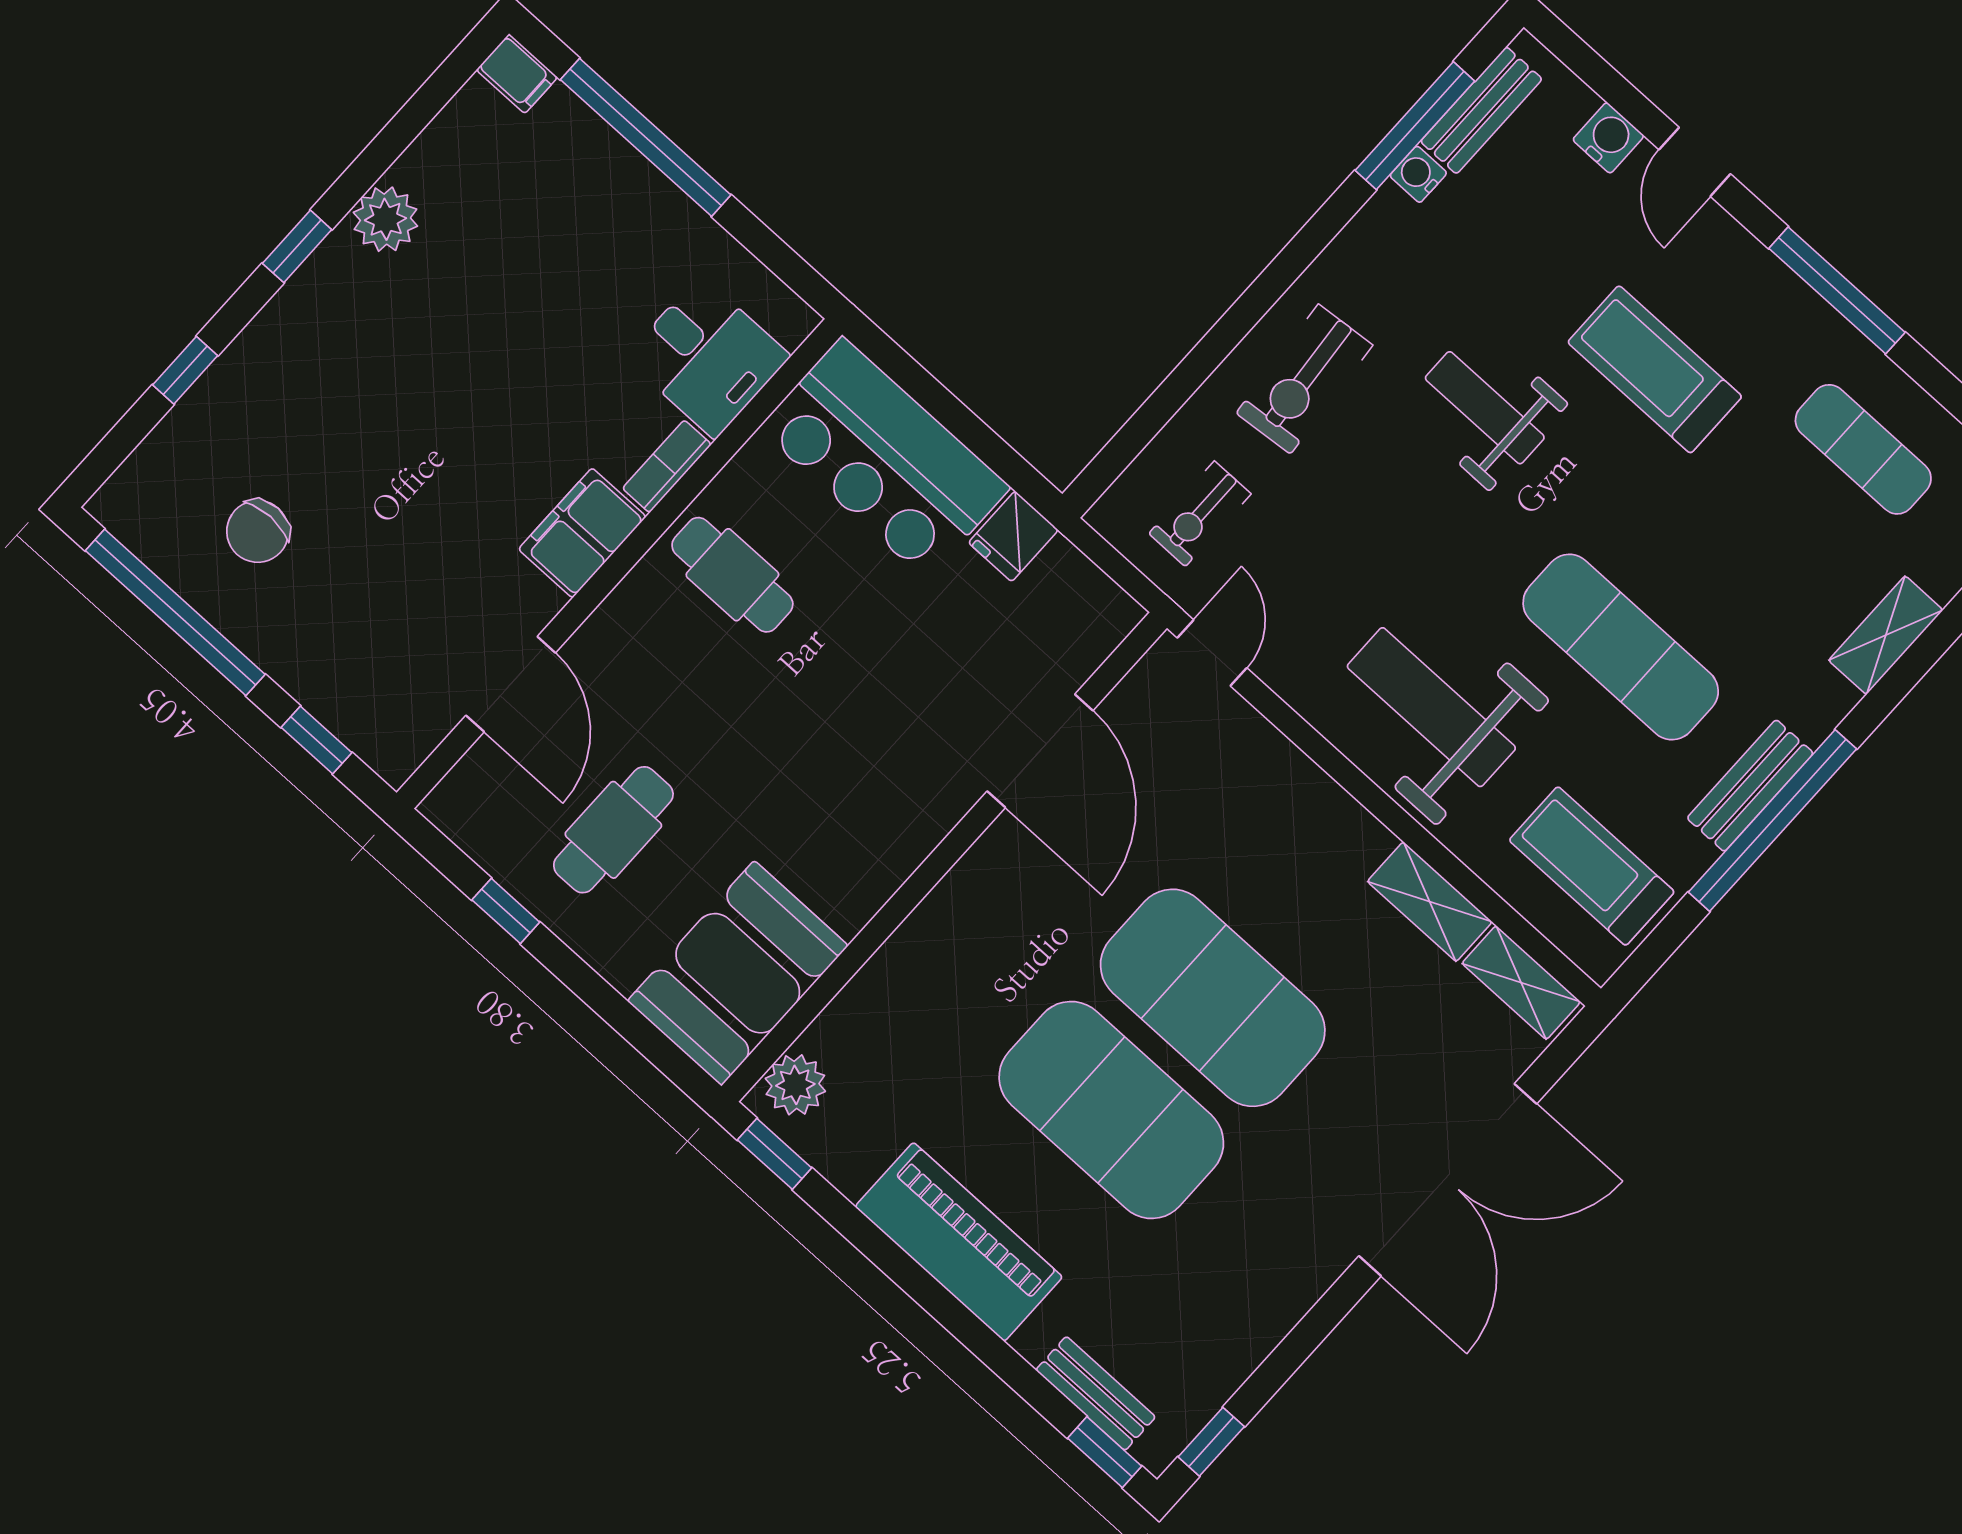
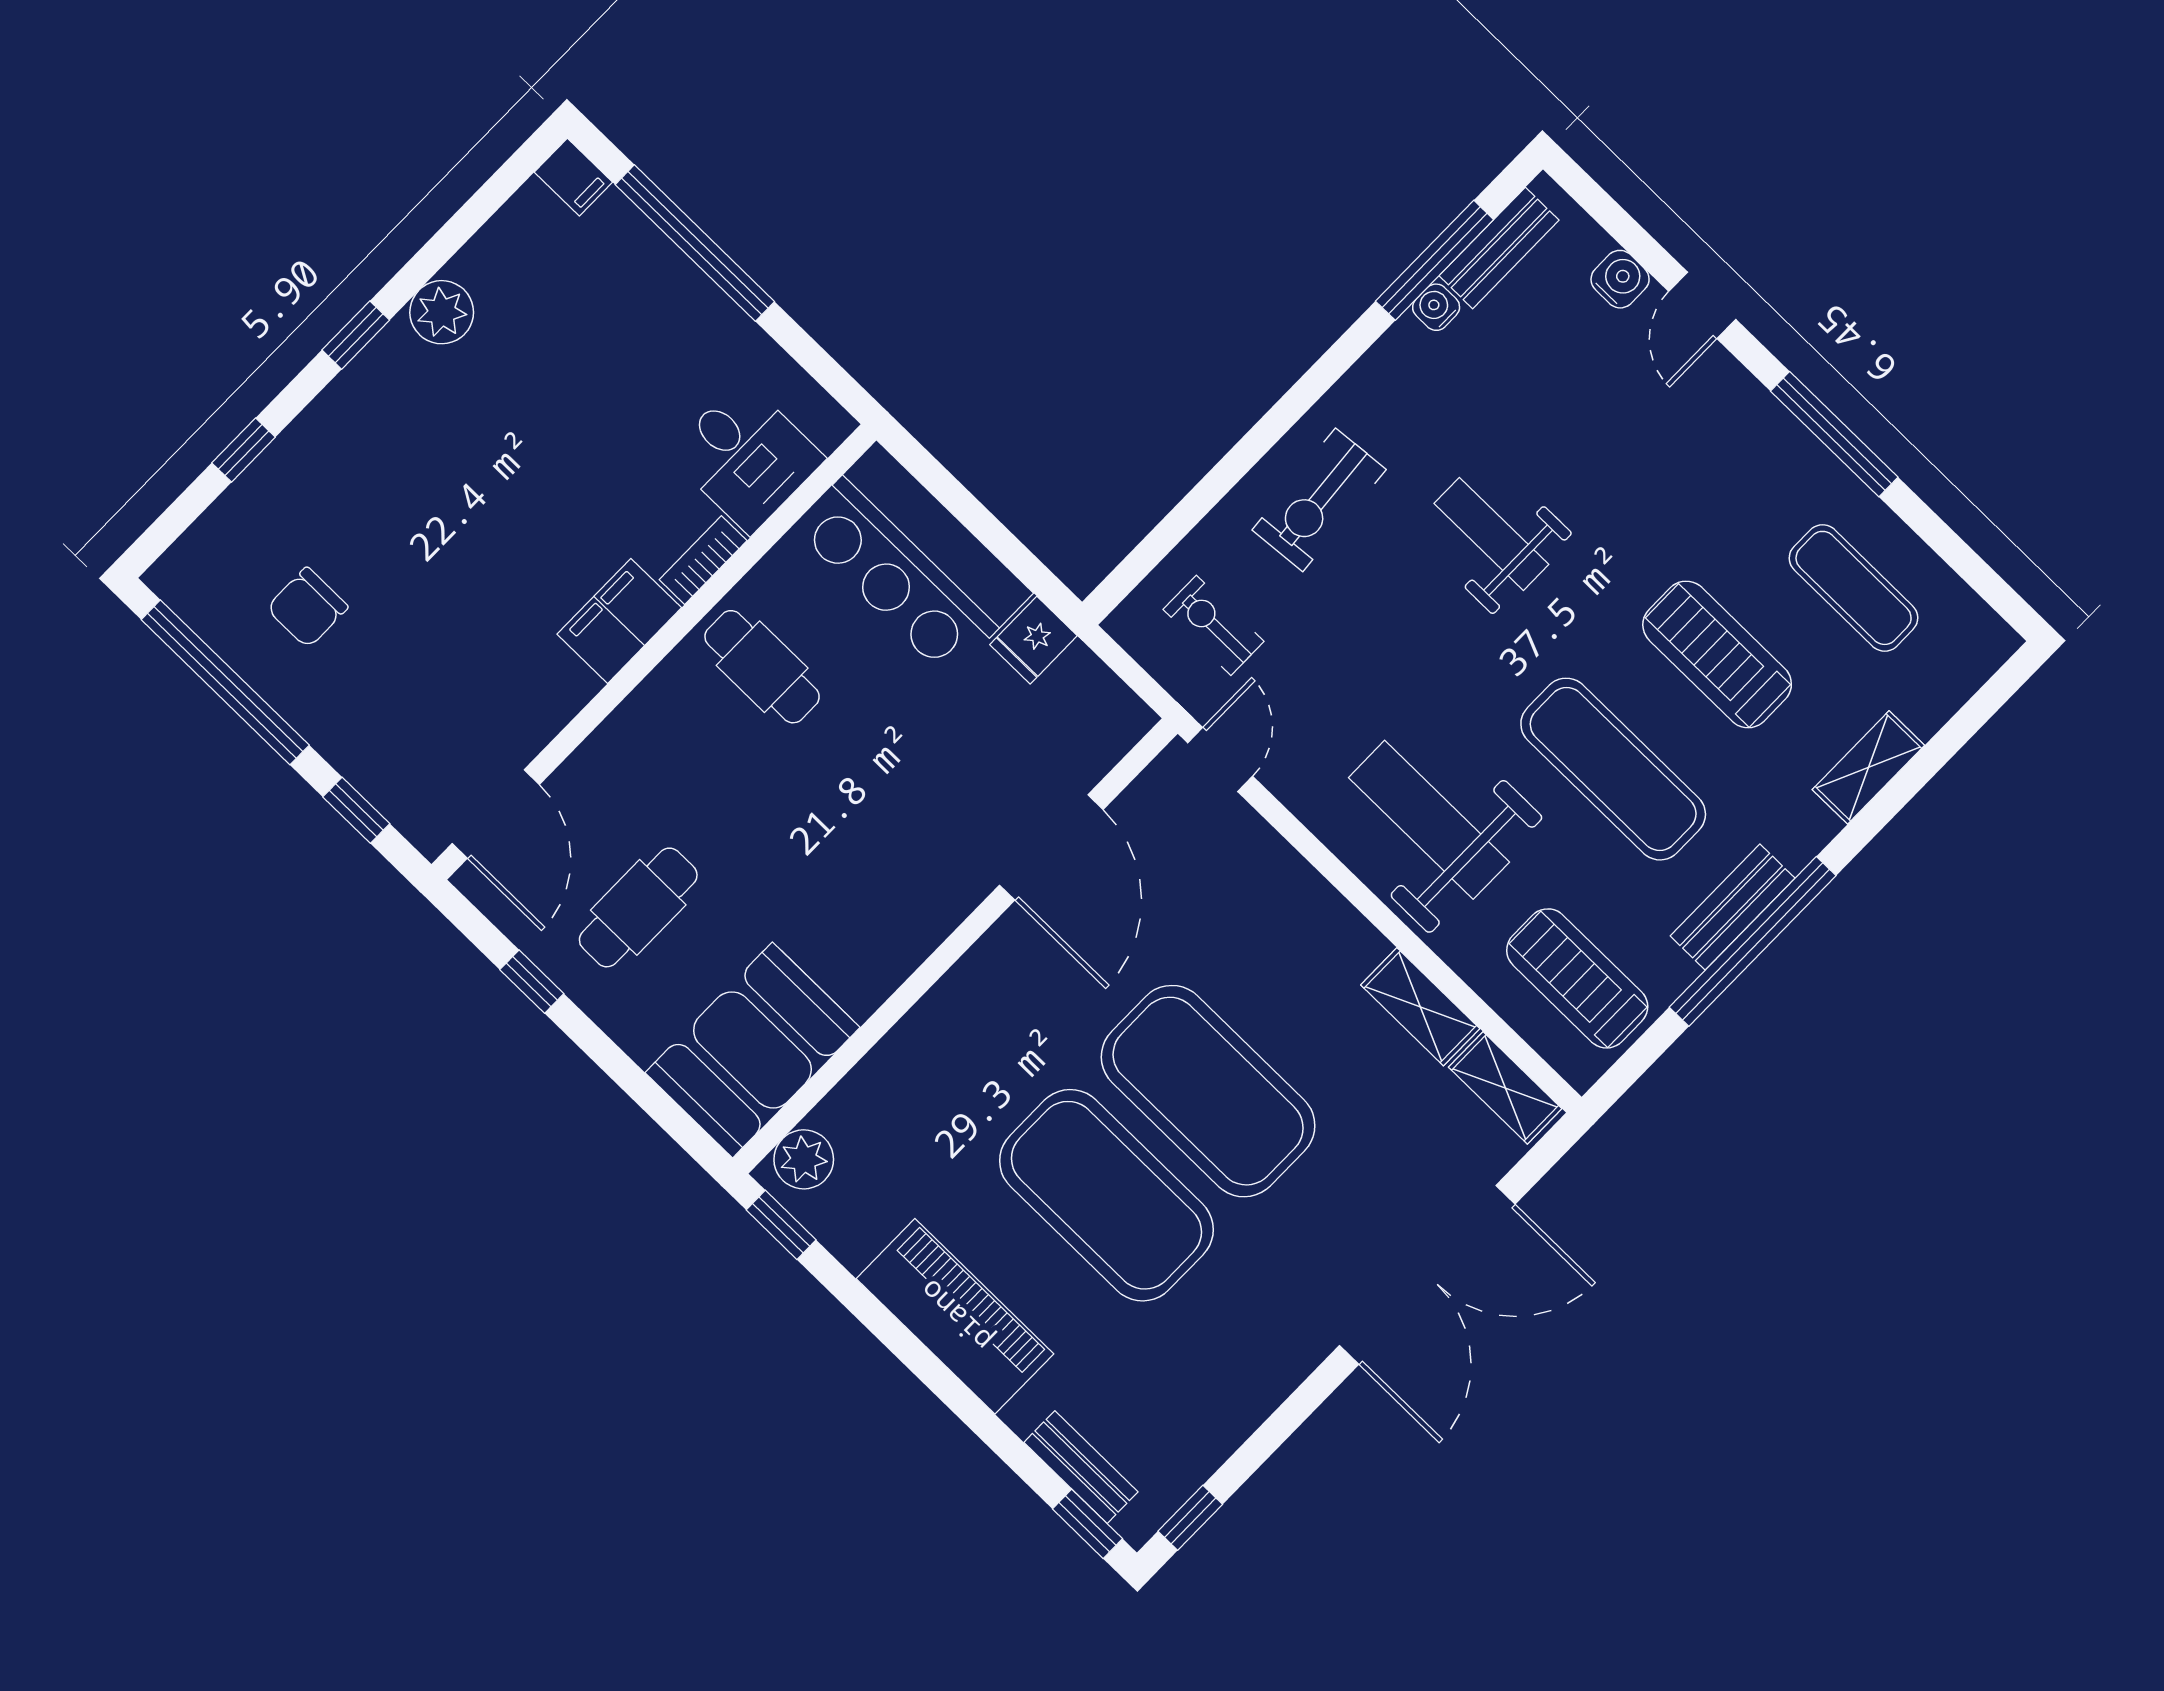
treadmill: (1655, 369) -> (1717, 654), moved
exercise bike: (1200, 514) -> (1214, 625), turned 90
door: (511, 684) -> (496, 814), moved

